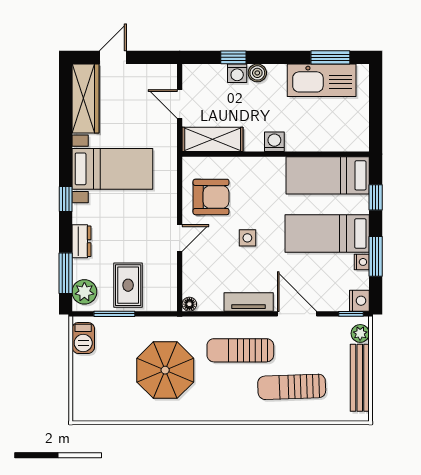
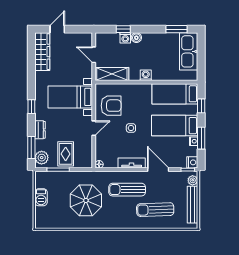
kitchen sink: (322, 80) -> (189, 51), moved, turned 90
bed with nightstands: (112, 169) -> (70, 97), moved, turned 180
barbecue: (83, 338) -> (41, 197), moved

